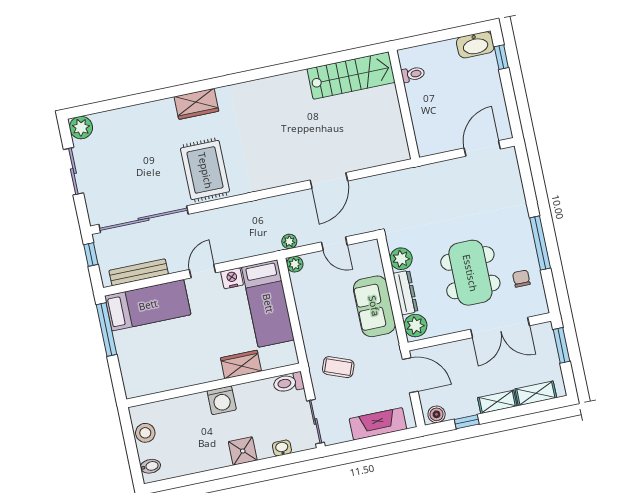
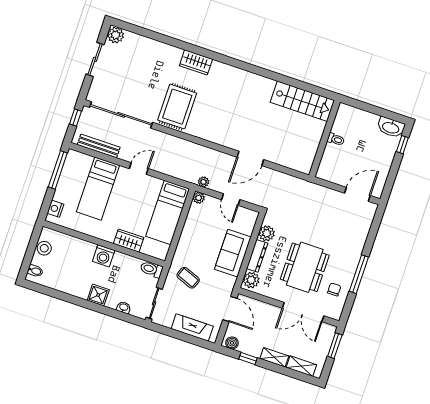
toilet: (413, 74) -> (336, 139), moved
nightstand: (232, 278) -> (55, 209), moved, turned -90
bed: (148, 305) -> (98, 189), moved, turned 90

